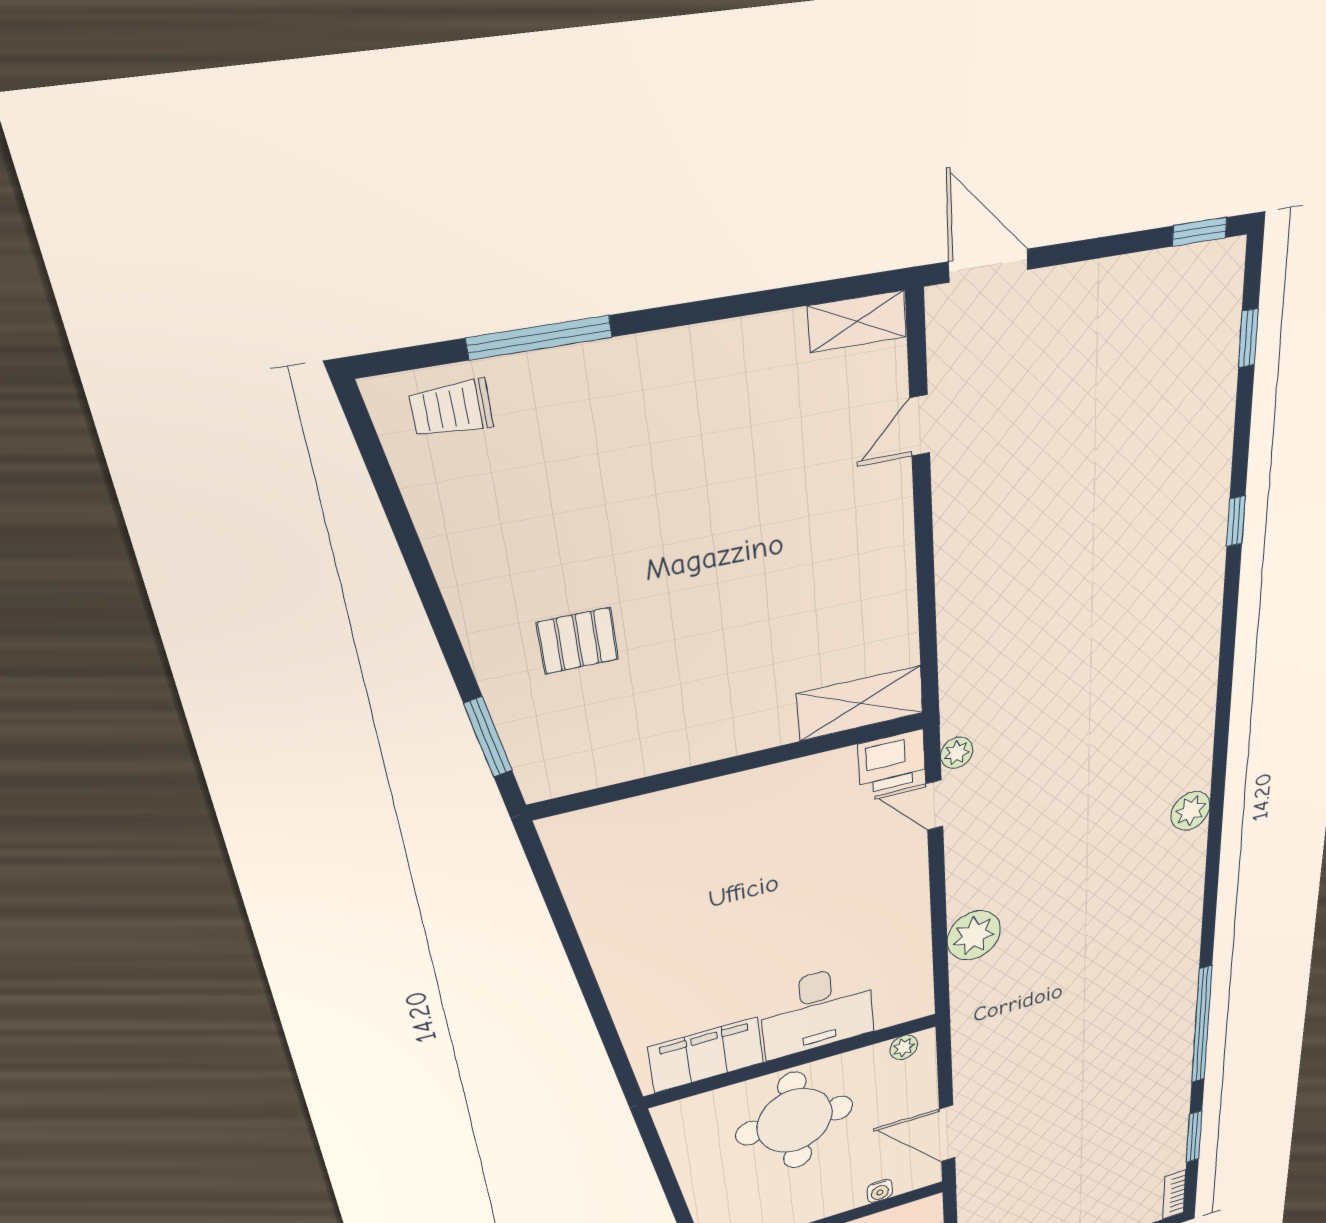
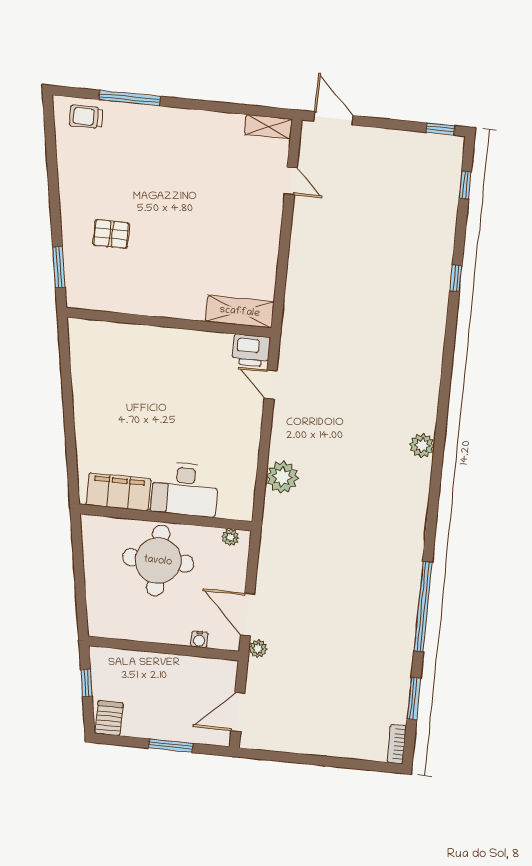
door: (920, 425) -> (291, 181), swing flipped
plant: (957, 753) -> (258, 648), moved

